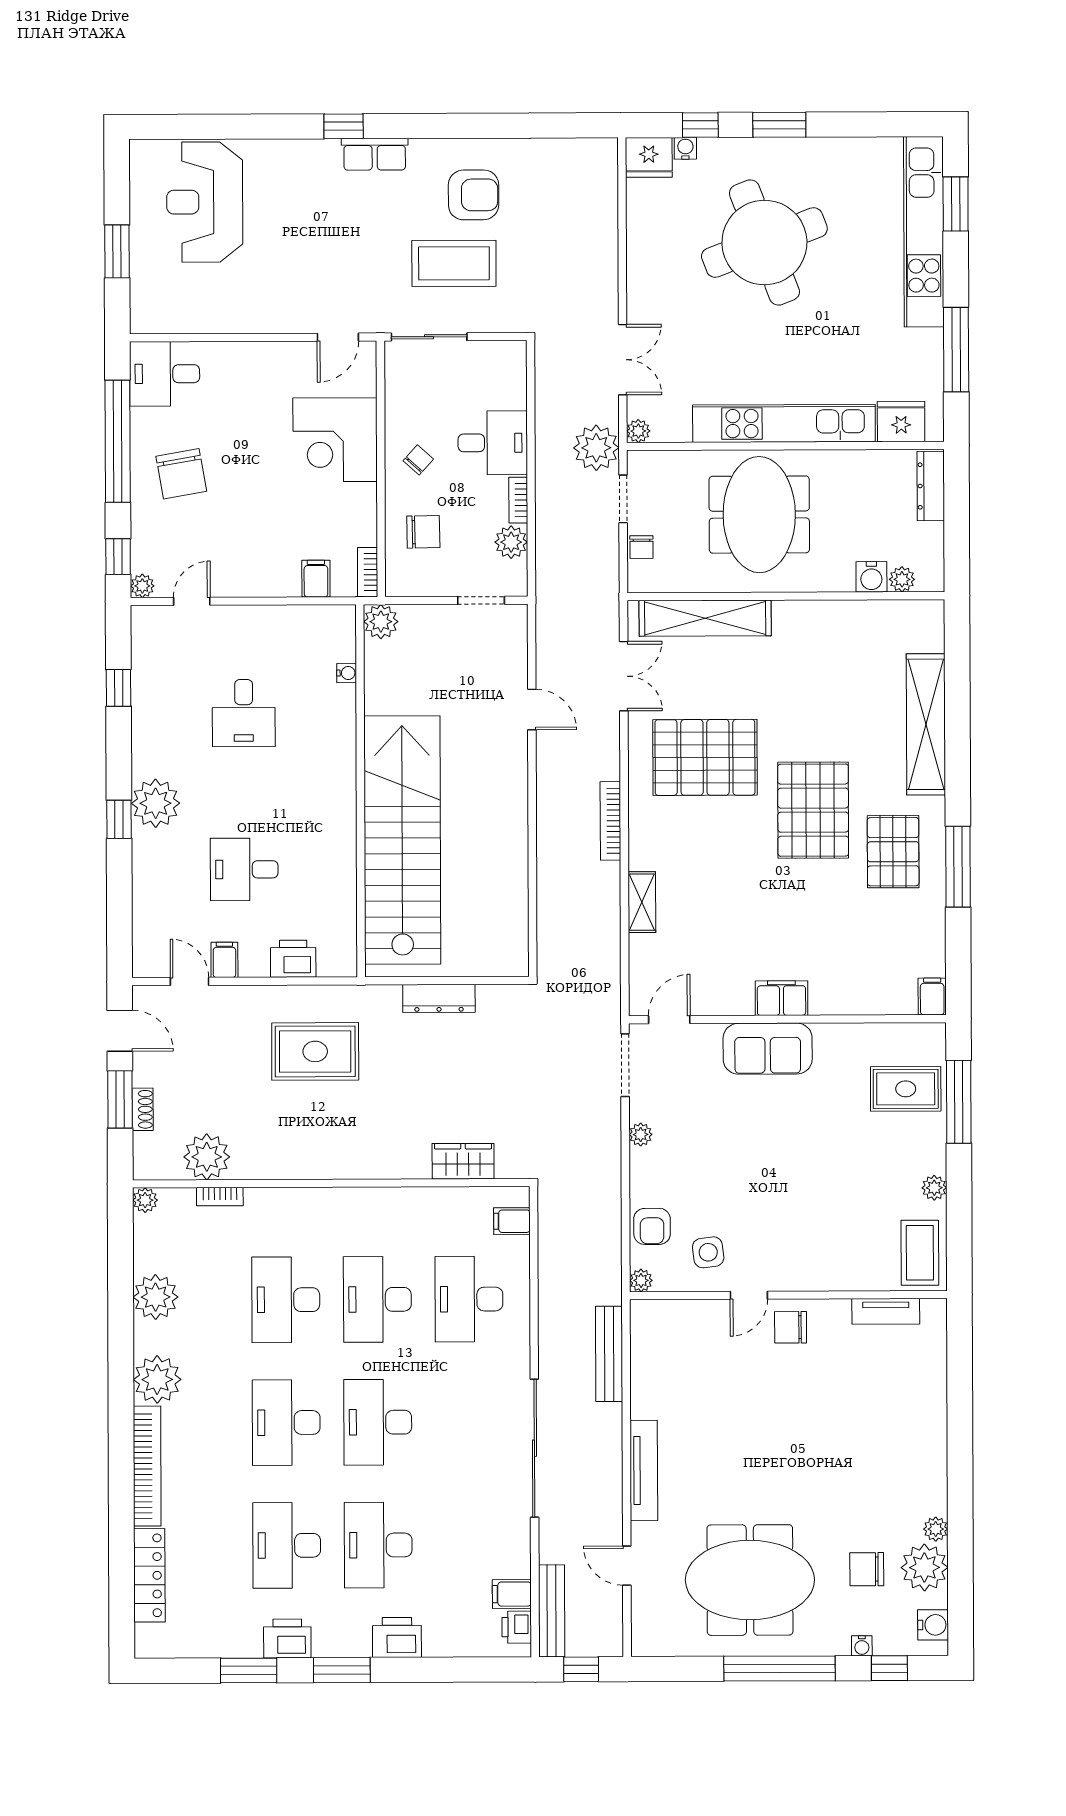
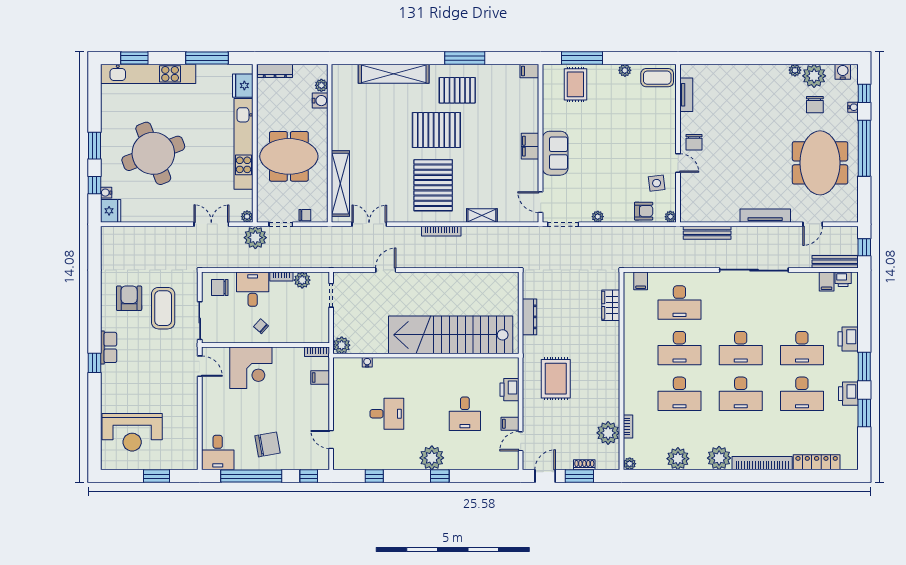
chair: (423, 532) -> (220, 288), moved, turned -89
plant: (142, 586) -> (323, 464), removed
pallet: (705, 757) -> (433, 185), moved

